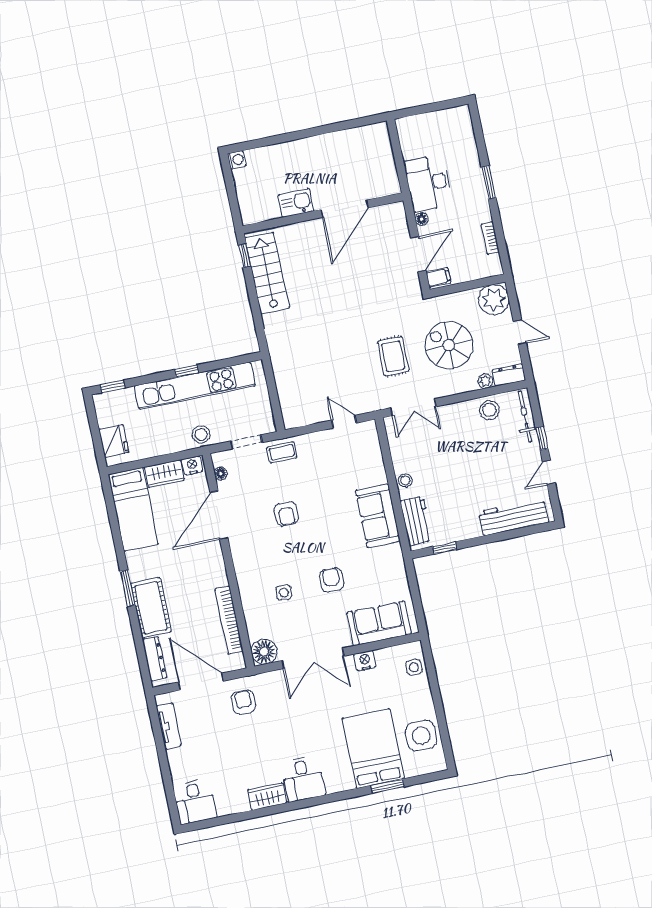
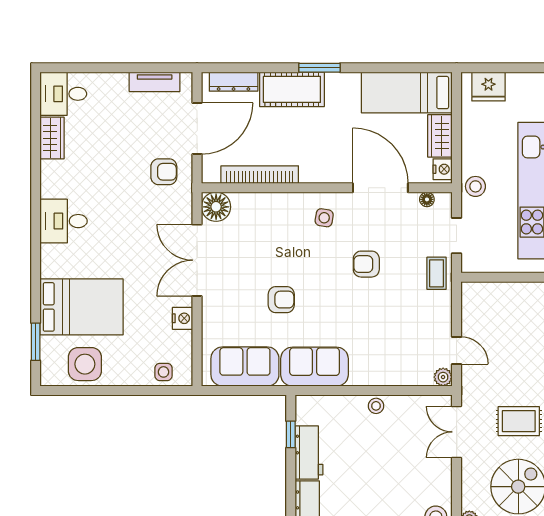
door: (344, 422) -> (457, 350), hinge flipped
plant: (369, 428) -> (443, 377), added
sofa: (378, 516) -> (315, 367), moved
workbench: (416, 521) -> (309, 453), moved, turned -90
side table: (284, 593) -> (324, 218), moved
sofa: (379, 623) -> (245, 367), moved, turned -90
window: (388, 786) -> (36, 342), moved
wardrobe: (267, 796) -> (52, 138), moved

